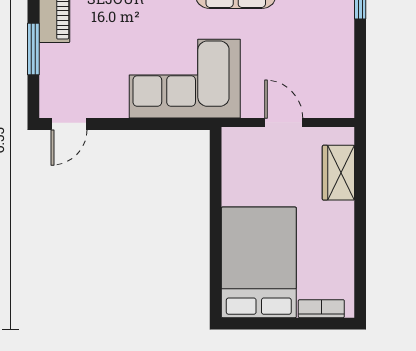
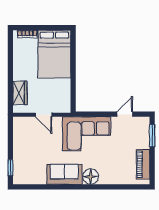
window: (33, 49) -> (152, 136), moved
door: (69, 124) -> (125, 114), moved

